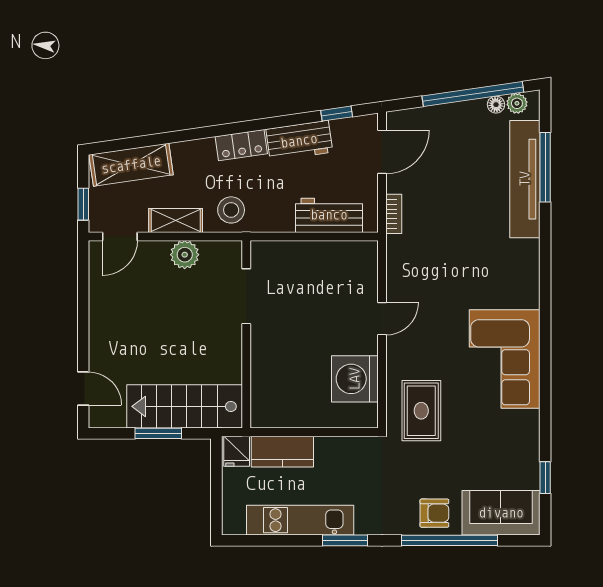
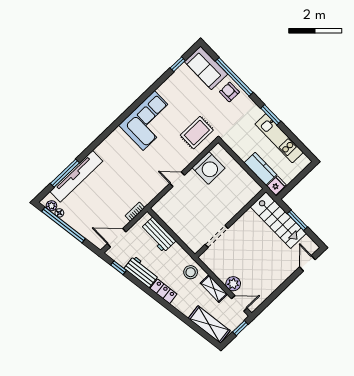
plant: (185, 255) -> (233, 284), moved

